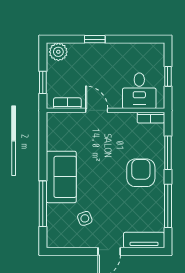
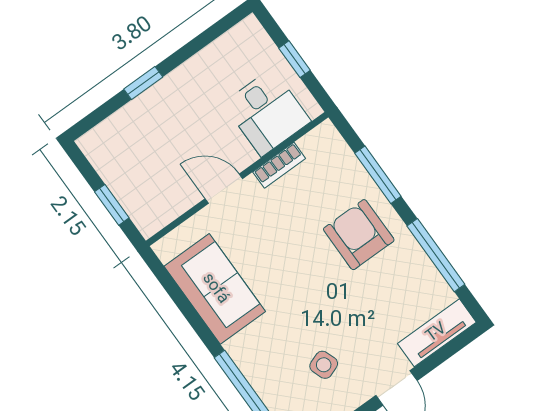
plant: (58, 52) -> (102, 142), removed
bookcase: (67, 103) -> (172, 210), removed
bookcase: (151, 118) -> (279, 165), moved
sofa: (61, 177) -> (215, 289), moved

